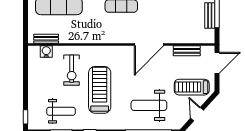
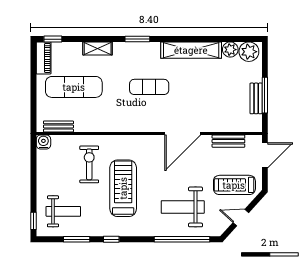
water cooler: (46, 52) -> (43, 142), moved
exercise bike: (72, 70) -> (89, 164), turned 180
weight bench: (61, 111) -> (63, 211), moved
door: (197, 114) -> (241, 218), hinge flipped

